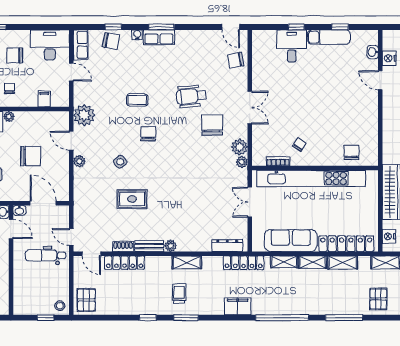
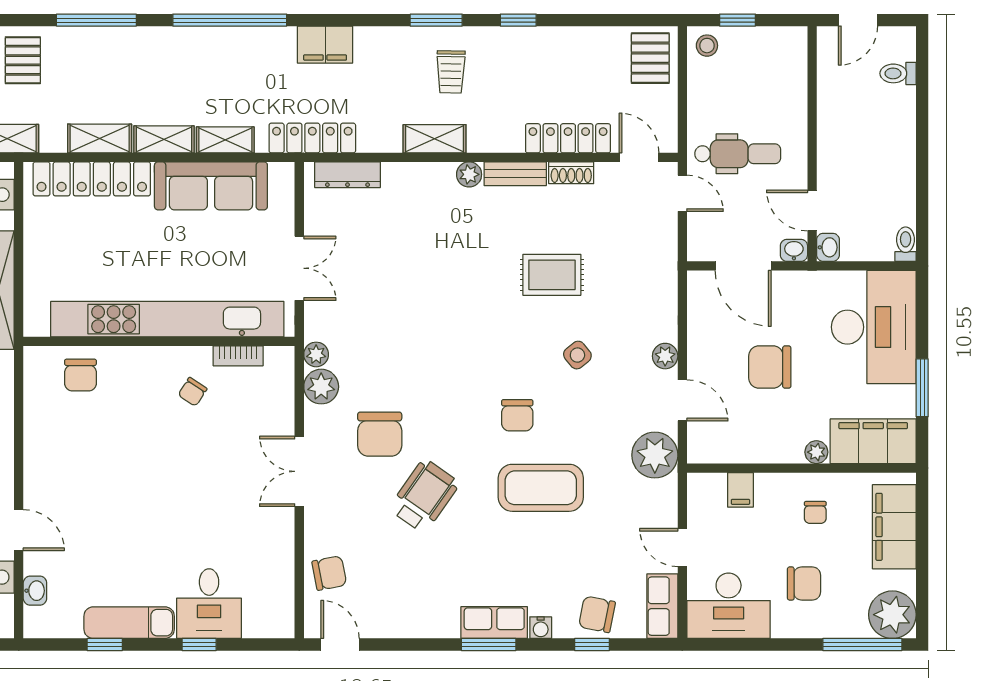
wheelchair: (192, 96) -> (424, 496), turned -49
coffee table: (137, 100) -> (541, 488), width x1.86, depth x1.72

